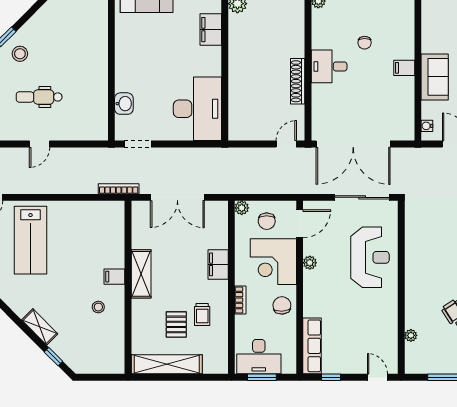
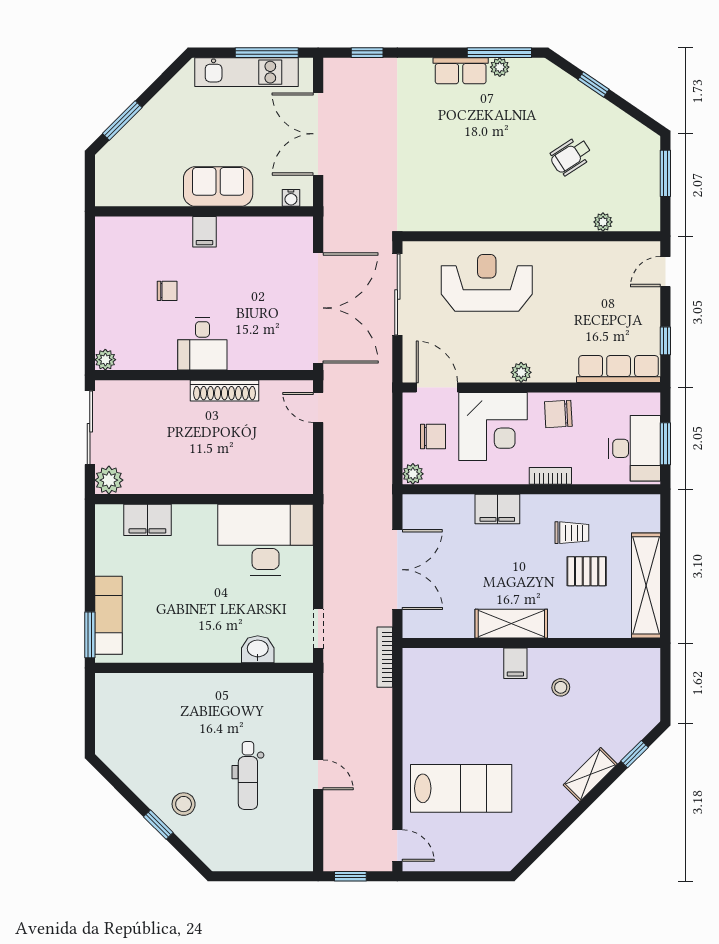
plant: (310, 263) -> (521, 372), moved

